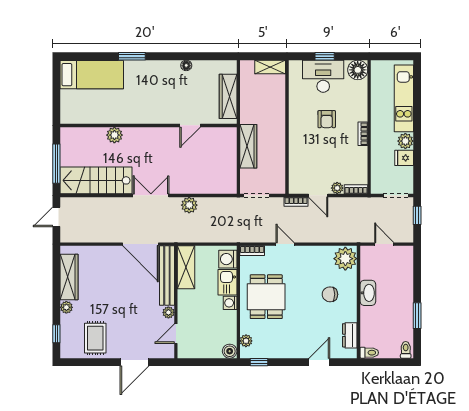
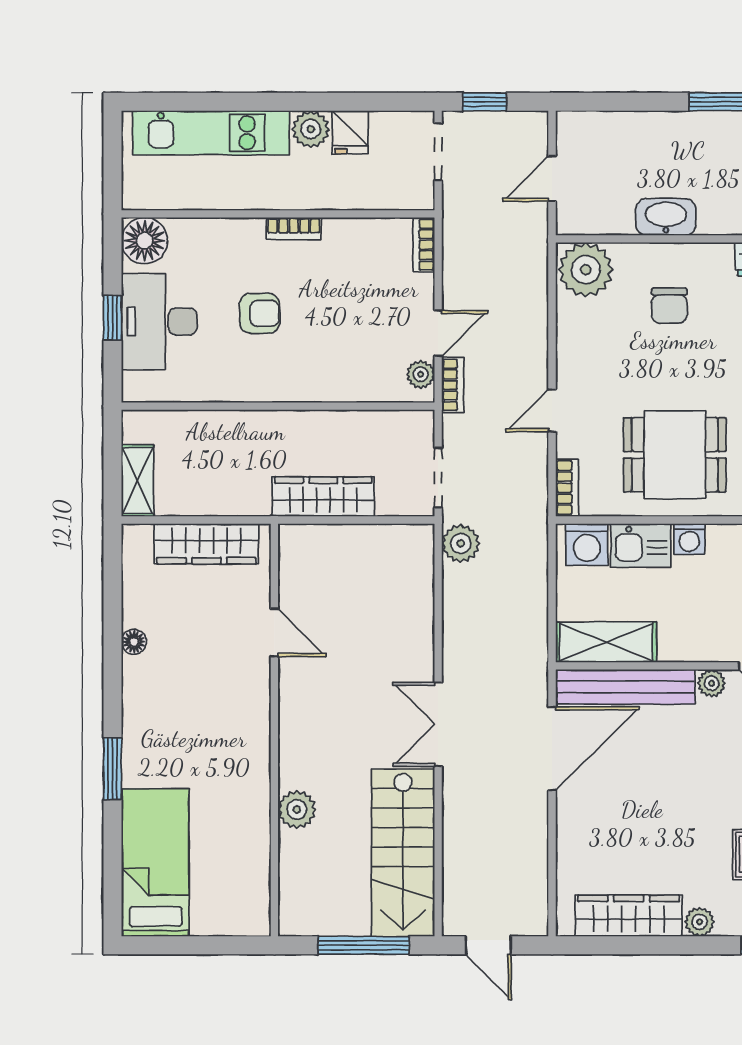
shelving: (270, 67) -> (137, 481), moved
plant: (337, 188) -> (421, 374), moved
plant: (189, 205) -> (461, 543), moved

